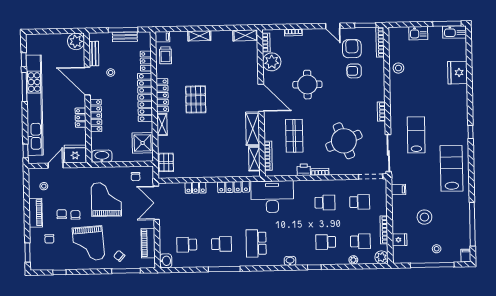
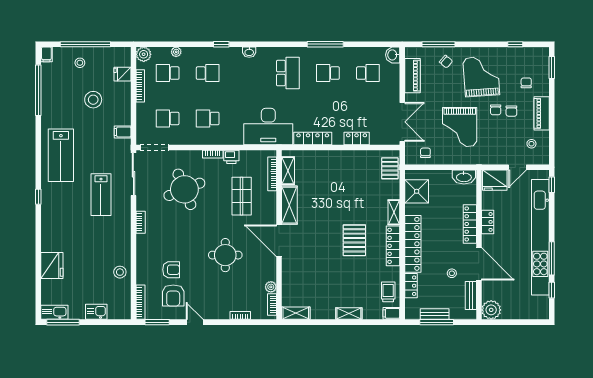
plant: (272, 62) -> (271, 287), width x0.53, depth x0.53

